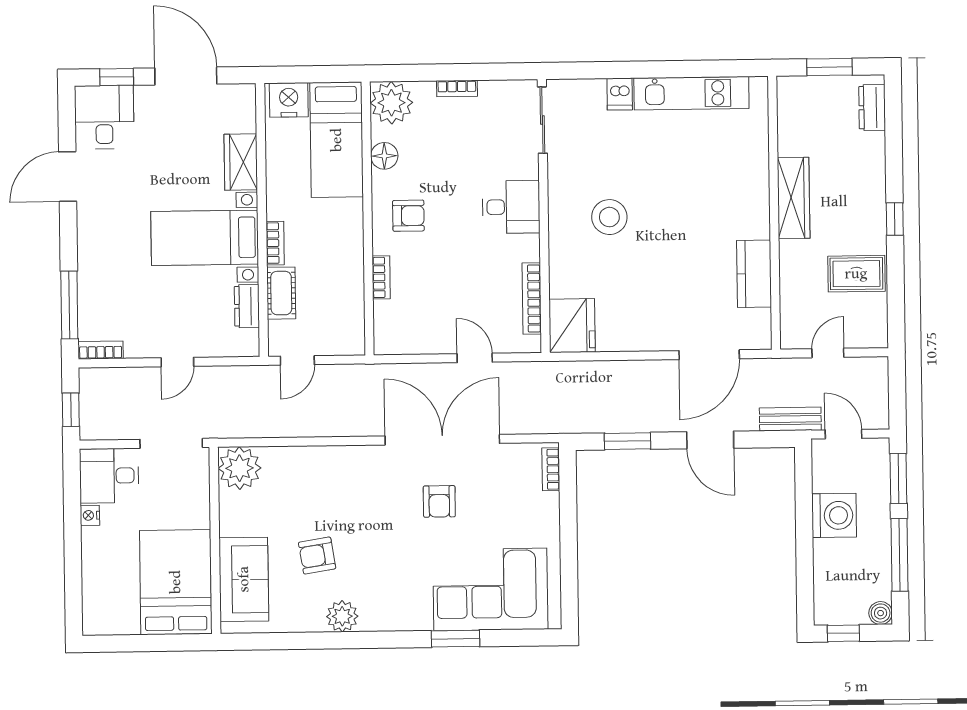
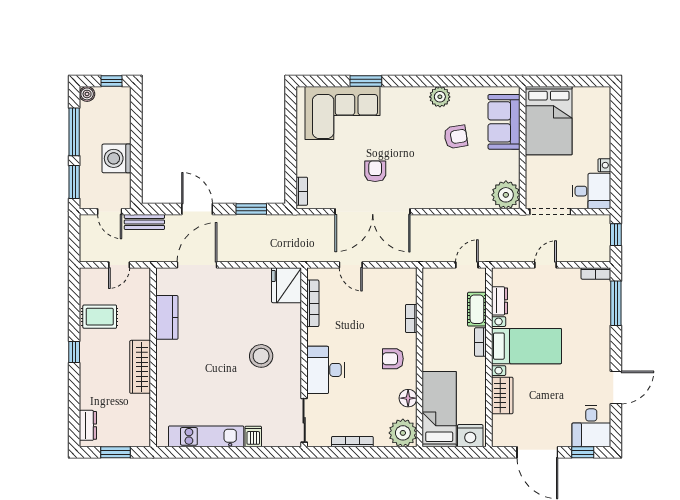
bookcase: (457, 88) -> (352, 442), width x1.56
desk: (511, 207) -> (325, 370), width x1.37

